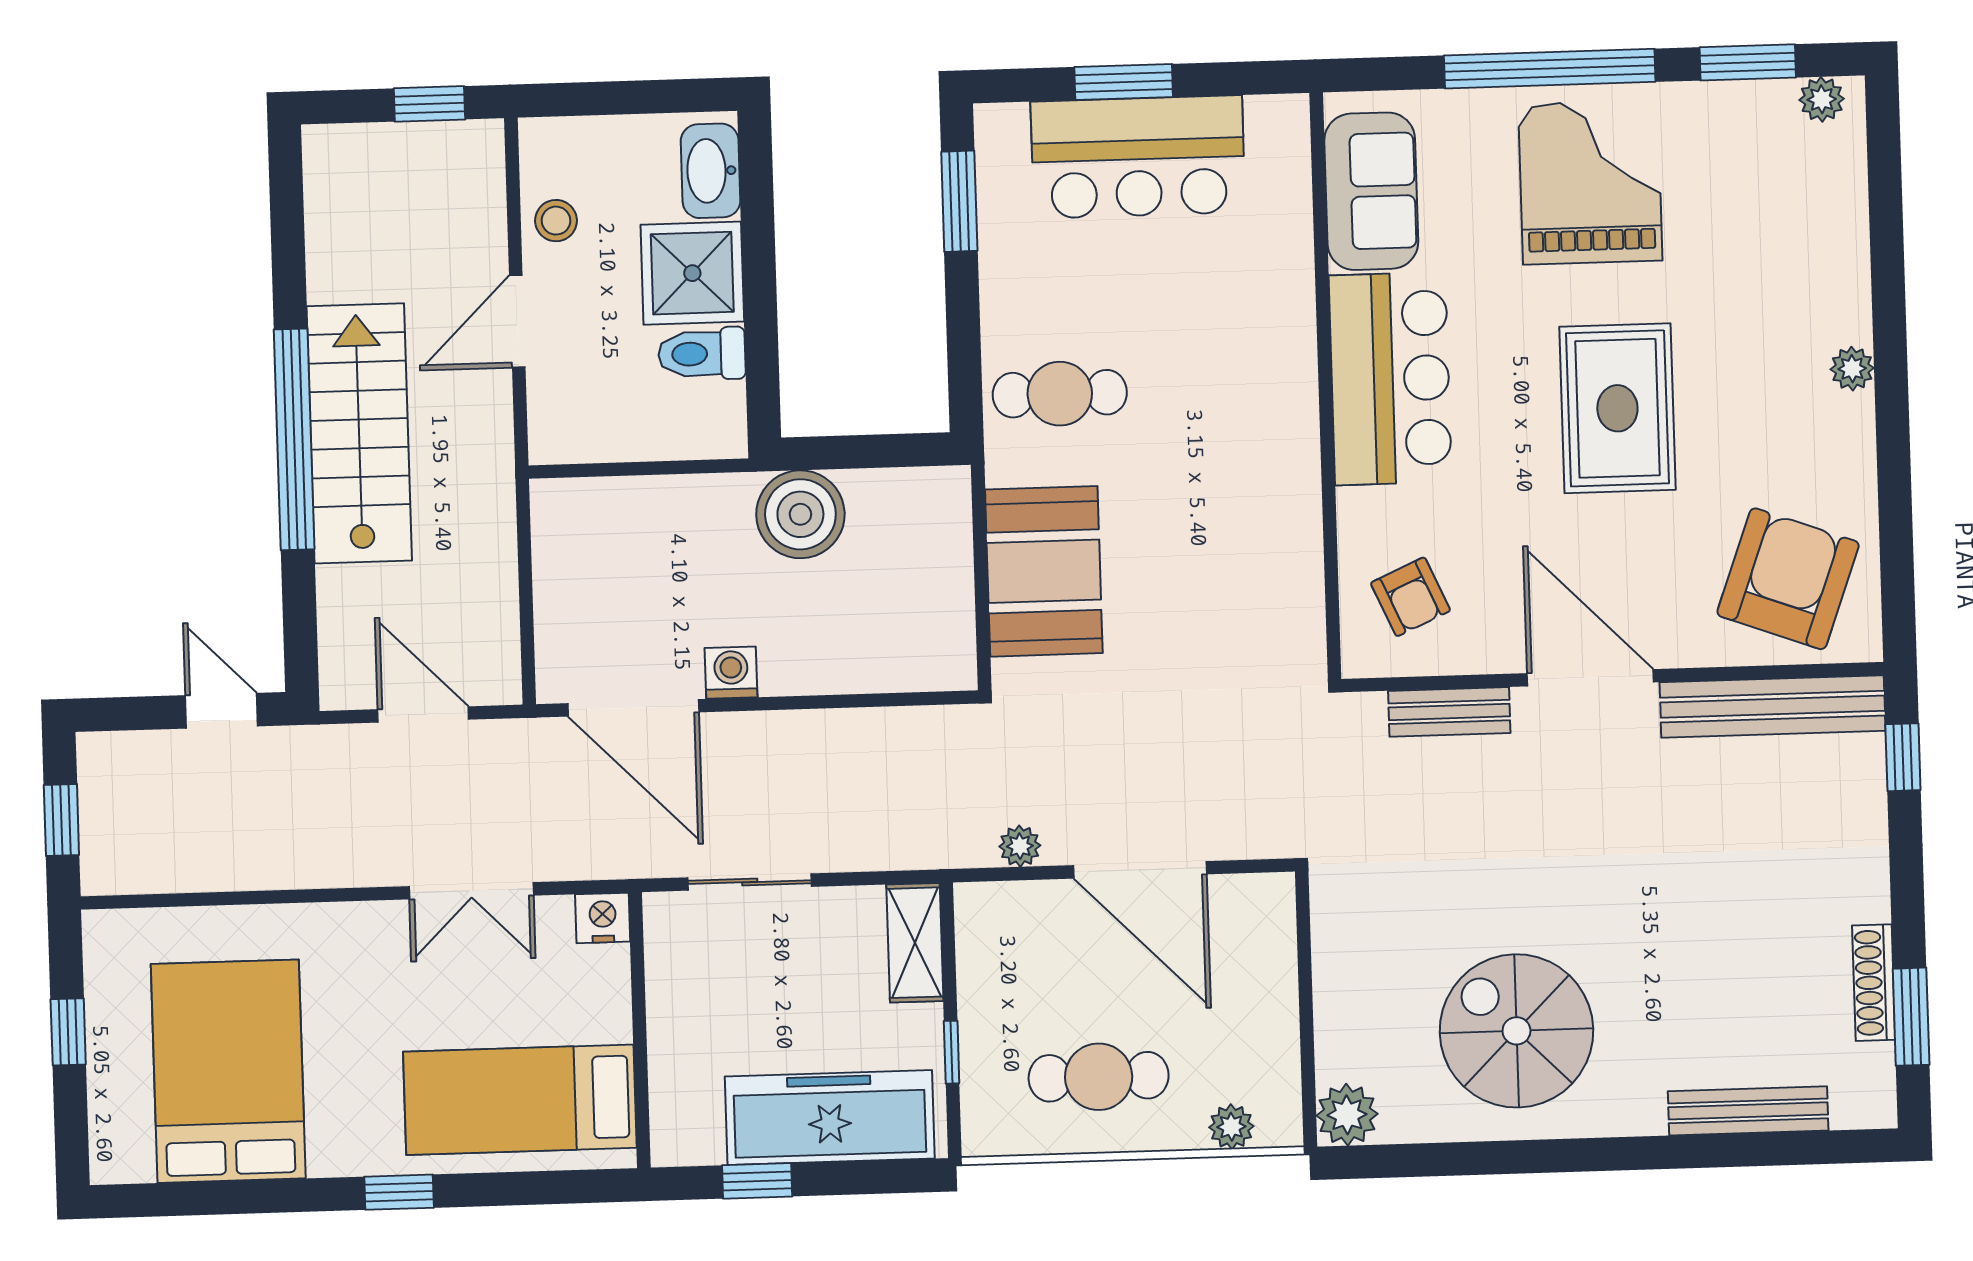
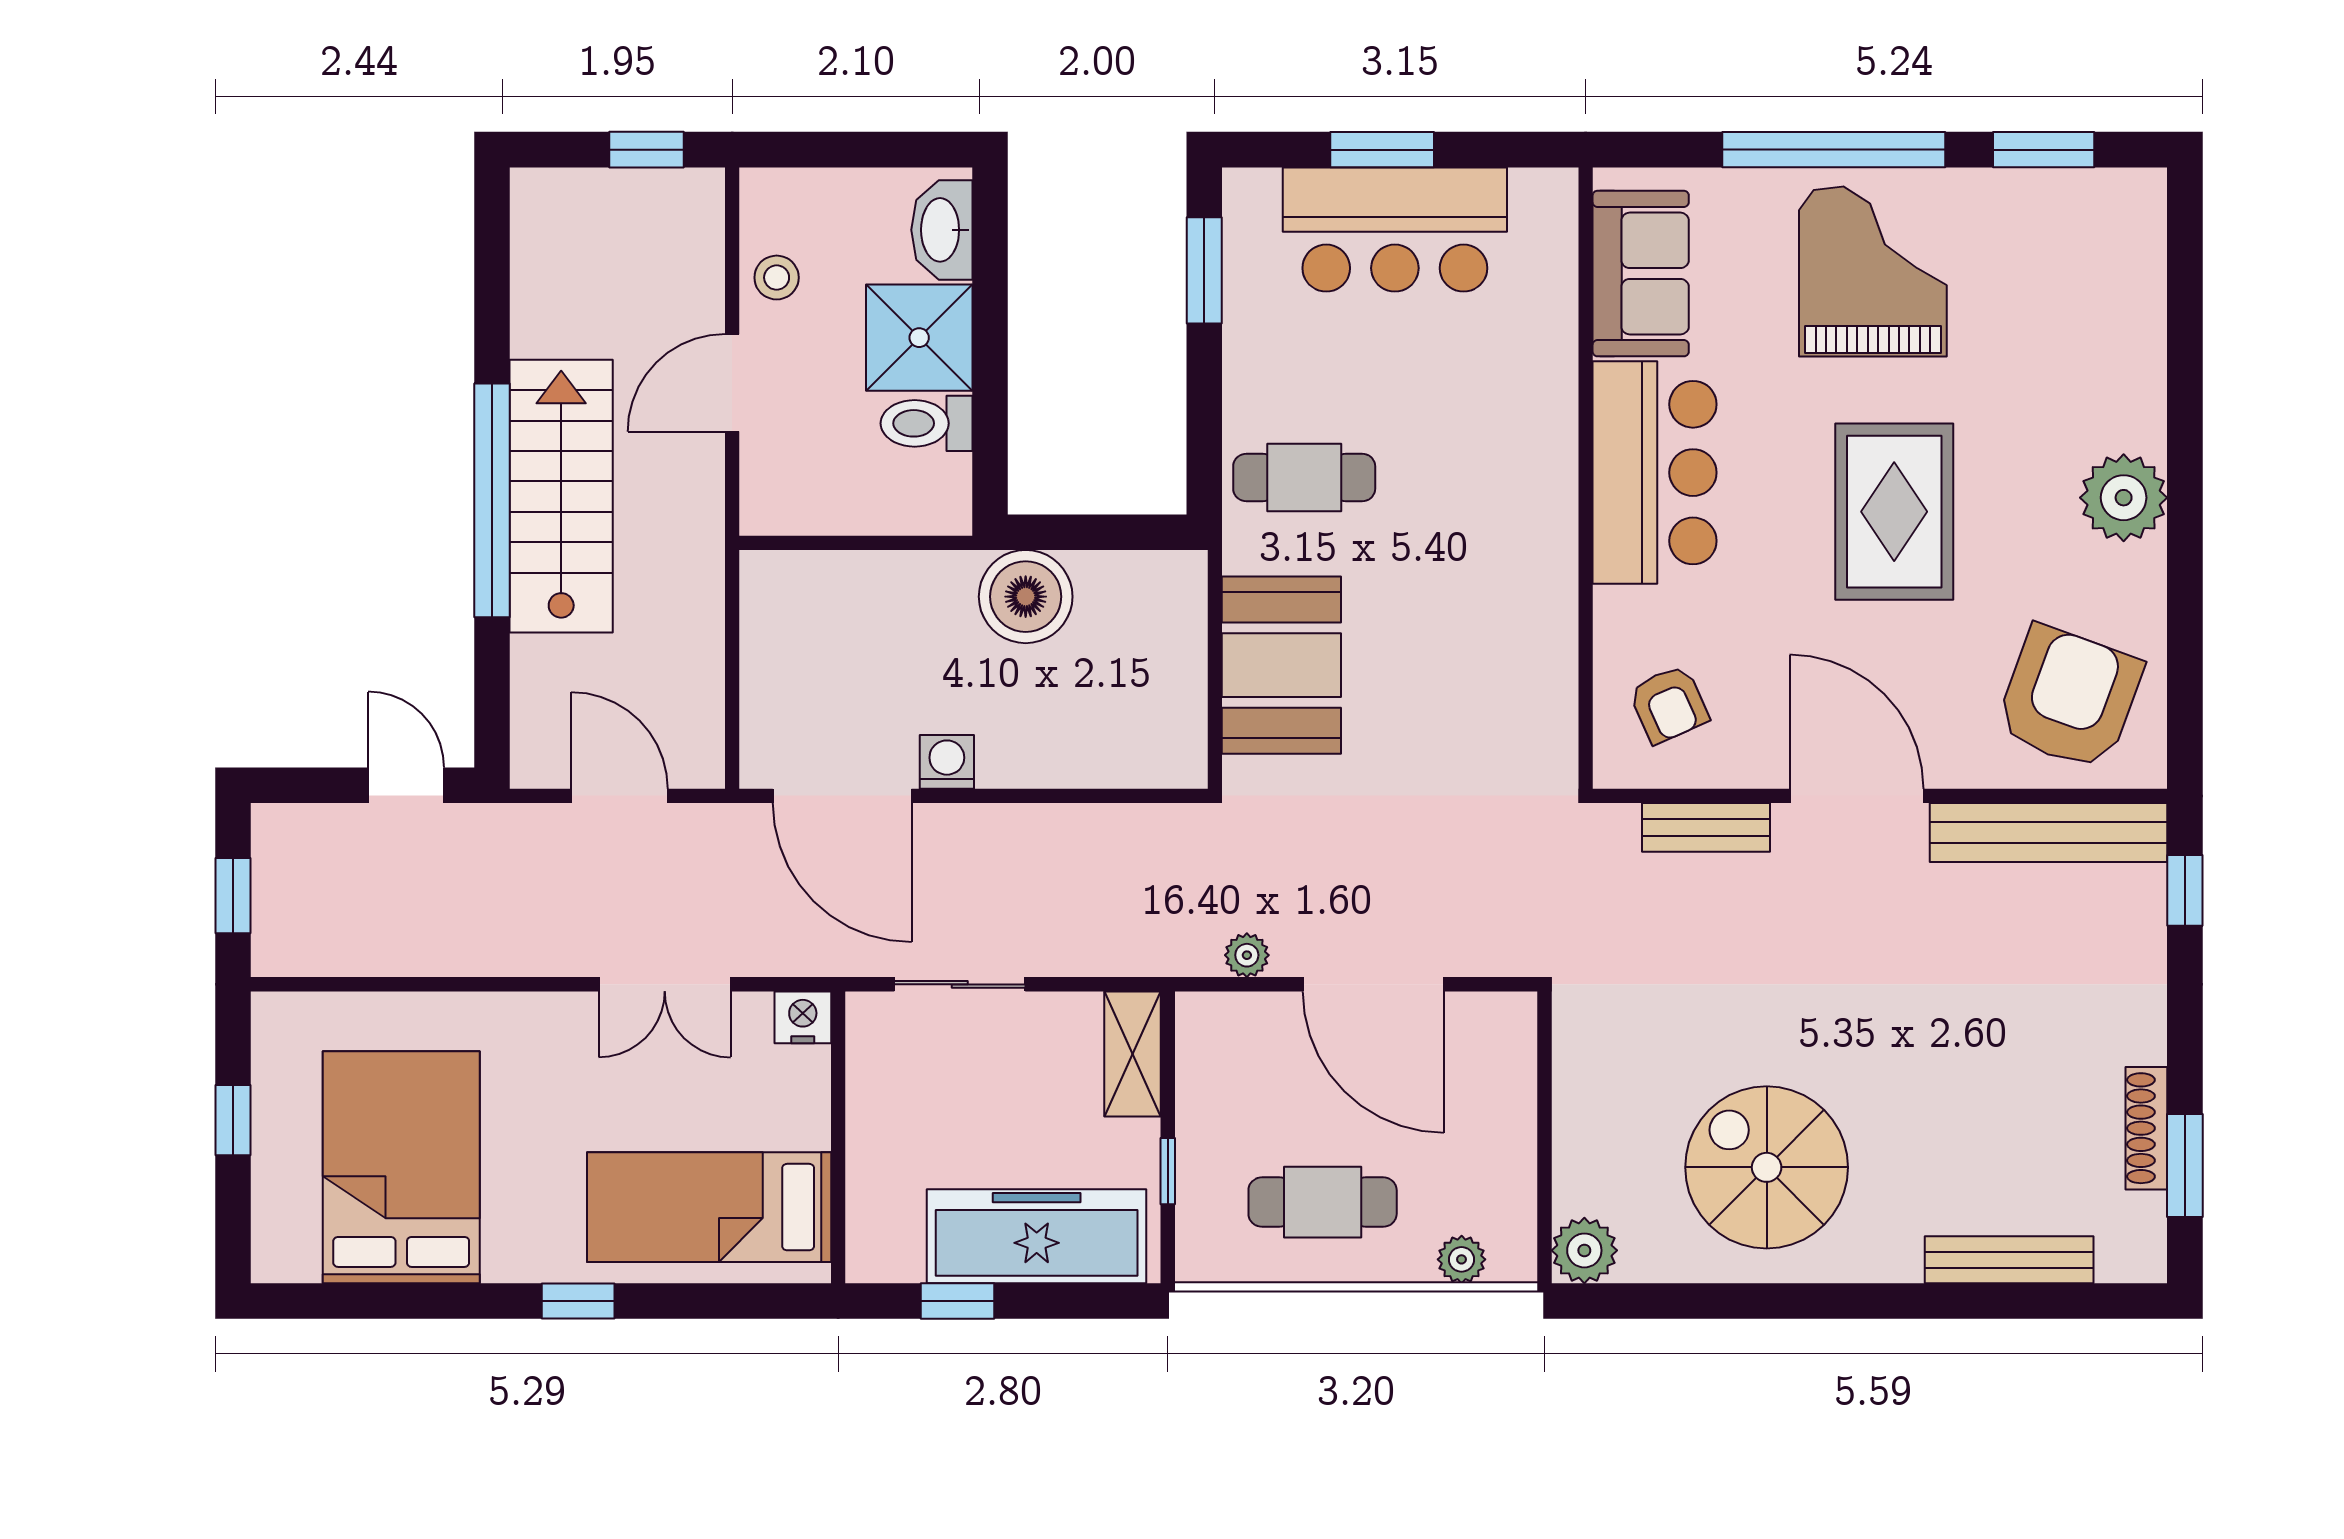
plant: (1822, 99) -> (2121, 191), removed
plant: (1852, 369) -> (2124, 498), width x1.88, depth x1.88

